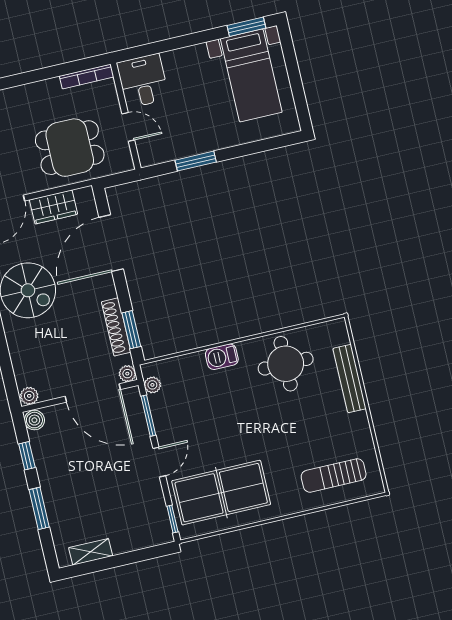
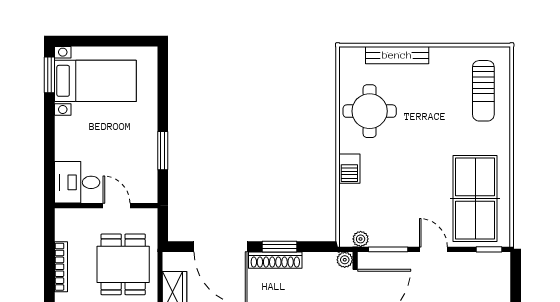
bookcase: (87, 77) -> (61, 267), moved
door: (128, 127) -> (117, 206), hinge flipped
shoe rack: (116, 327) -> (275, 260), moved
window: (131, 330) -> (279, 247), moved

